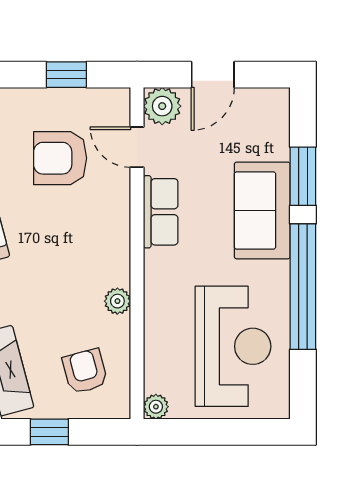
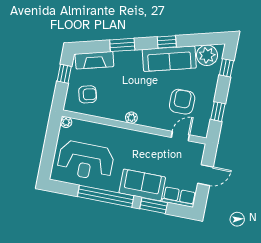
door: (213, 75) -> (205, 175), swing flipped
plant: (162, 106) -> (196, 150), removed
row of seats: (161, 212) -> (179, 197), moved, turned 180
plant: (117, 301) -> (131, 118), moved

